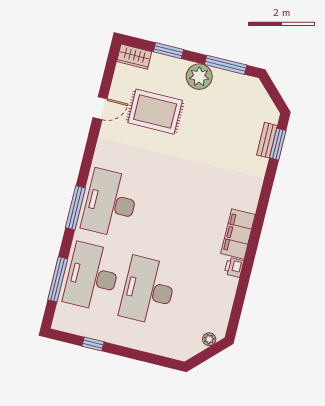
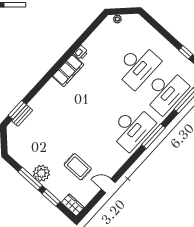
window: (226, 65) -> (30, 179), moved
rug: (155, 112) -> (78, 167), width x0.73, depth x0.70

